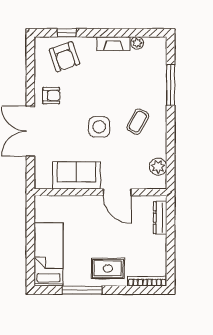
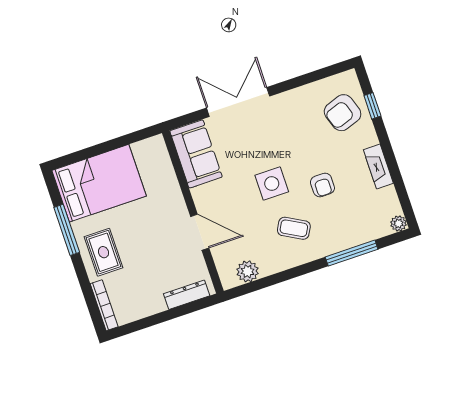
plant: (137, 43) -> (398, 223), moved
armchair: (51, 96) -> (322, 185), moved
sofa: (76, 175) -> (196, 154), moved
door: (117, 192) -> (200, 232), swing flipped
bed: (49, 255) -> (99, 183), width x1.50

